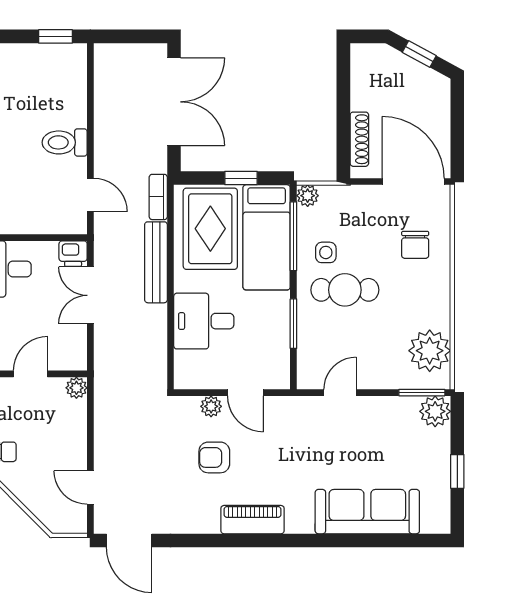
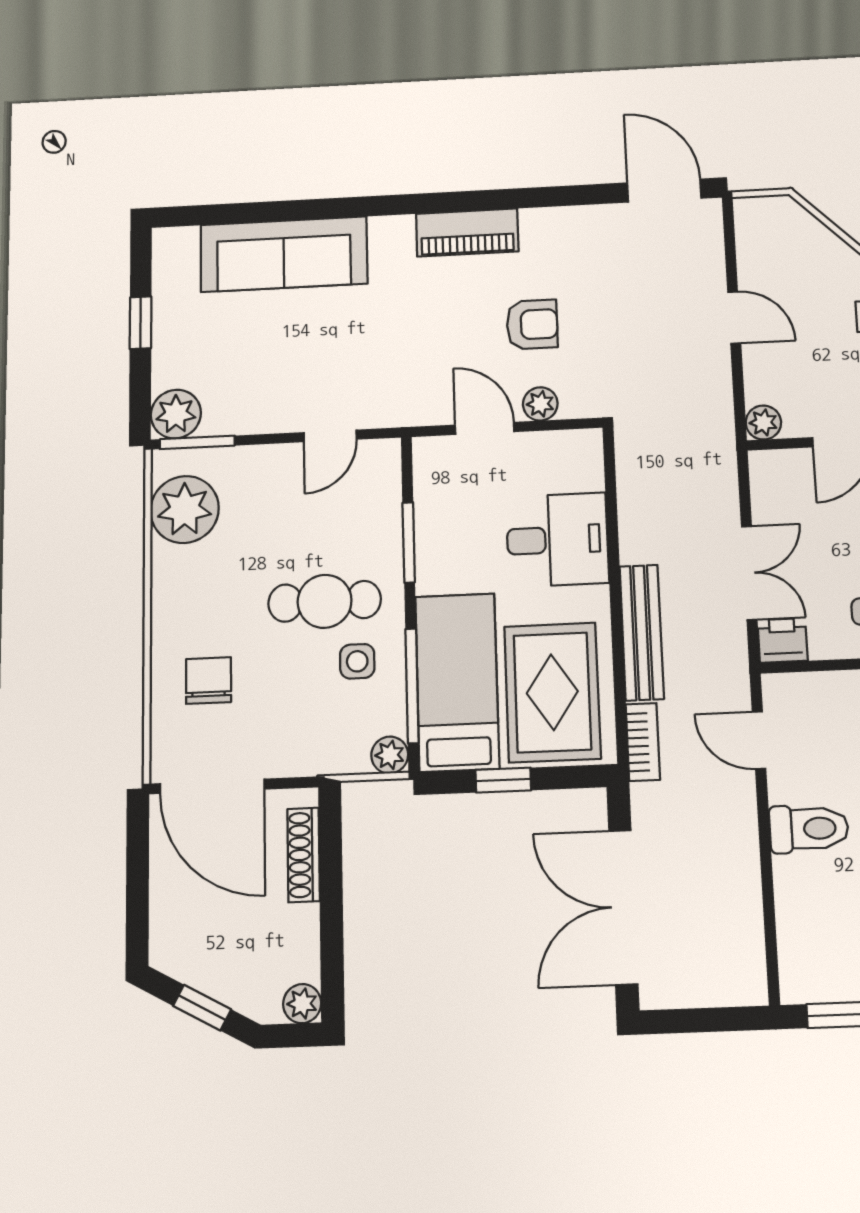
plant: (361, 54) -> (302, 1004), added
door: (90, 488) -> (734, 318), moved

